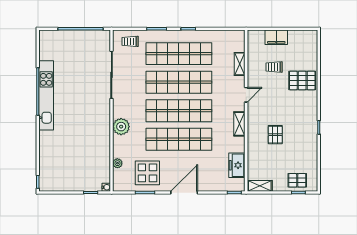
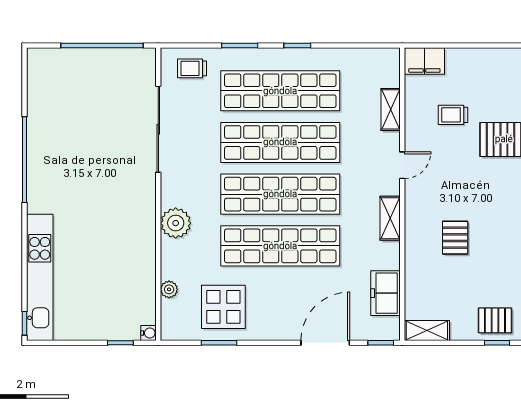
filing cabinet: (276, 37) -> (424, 61), moved
kitchen unit: (46, 95) -> (40, 277), moved
door: (184, 193) -> (325, 343), moved

